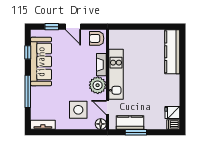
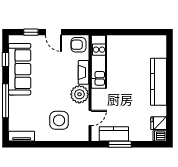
kitchen counter: (172, 52) -> (159, 82), moved
kitchen unit: (116, 74) -> (99, 62), moved
door: (107, 108) -> (90, 118), swing flipped
floor lamp: (101, 124) -> (83, 135), removed

